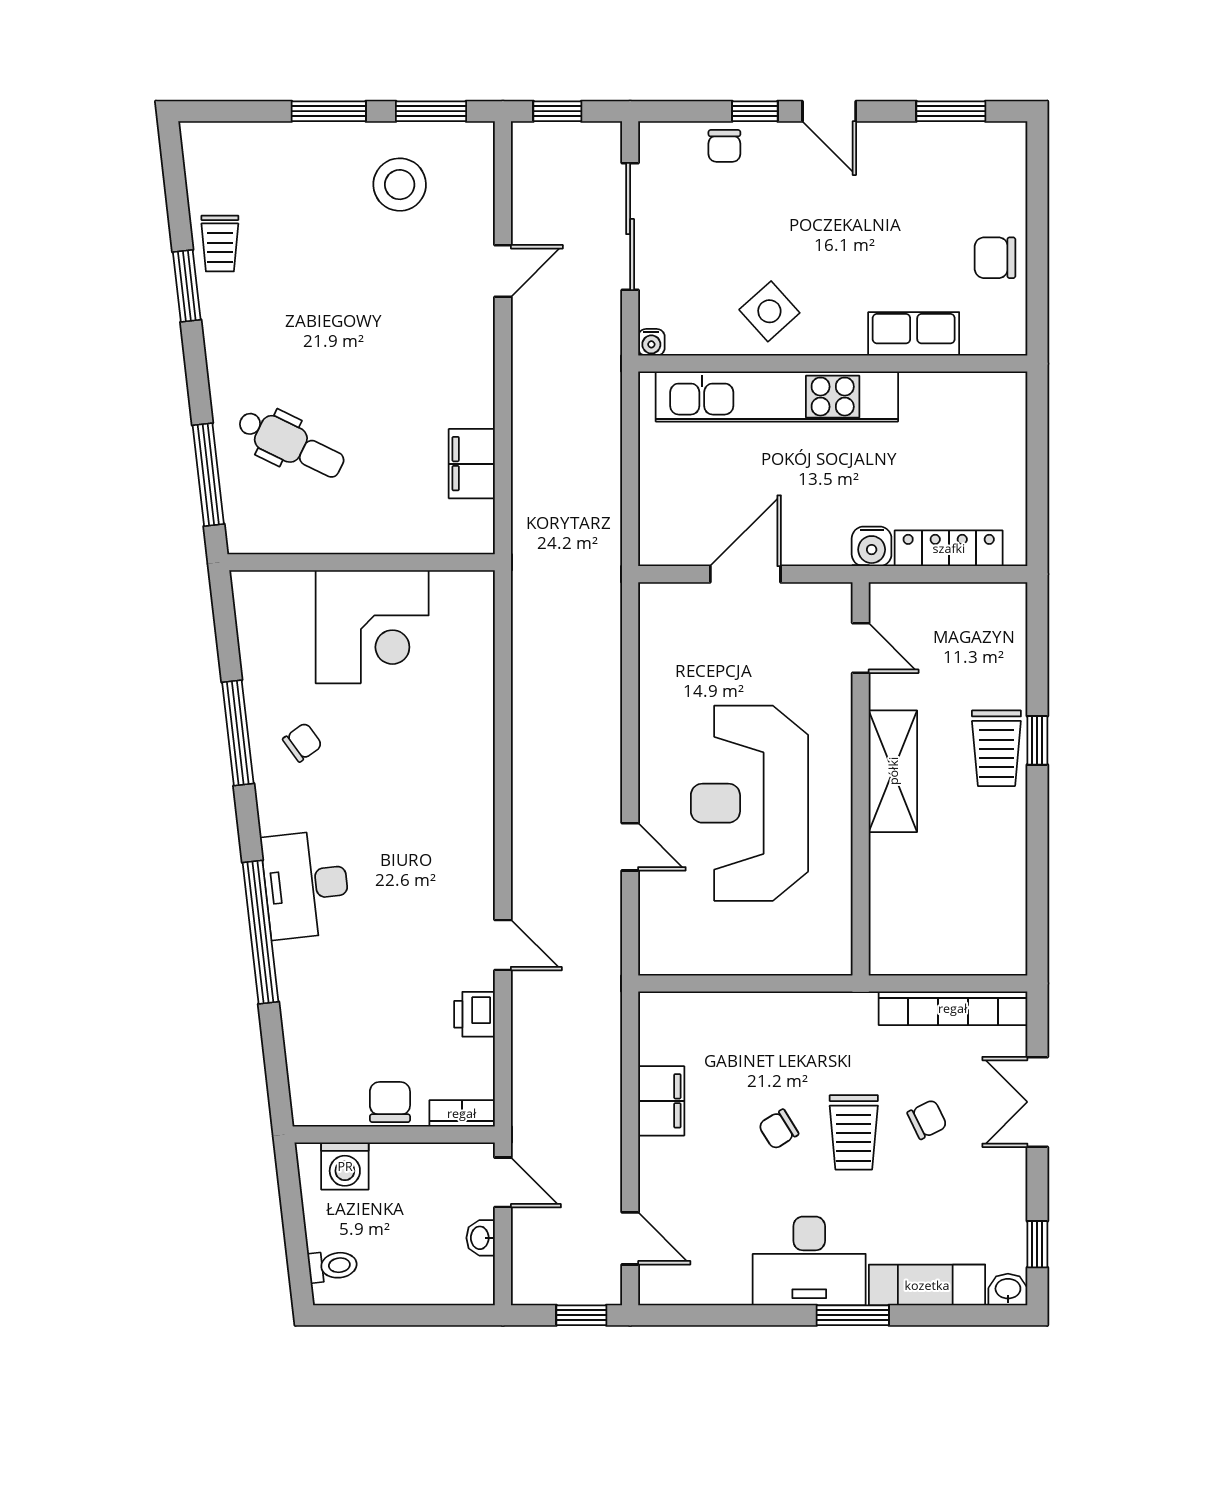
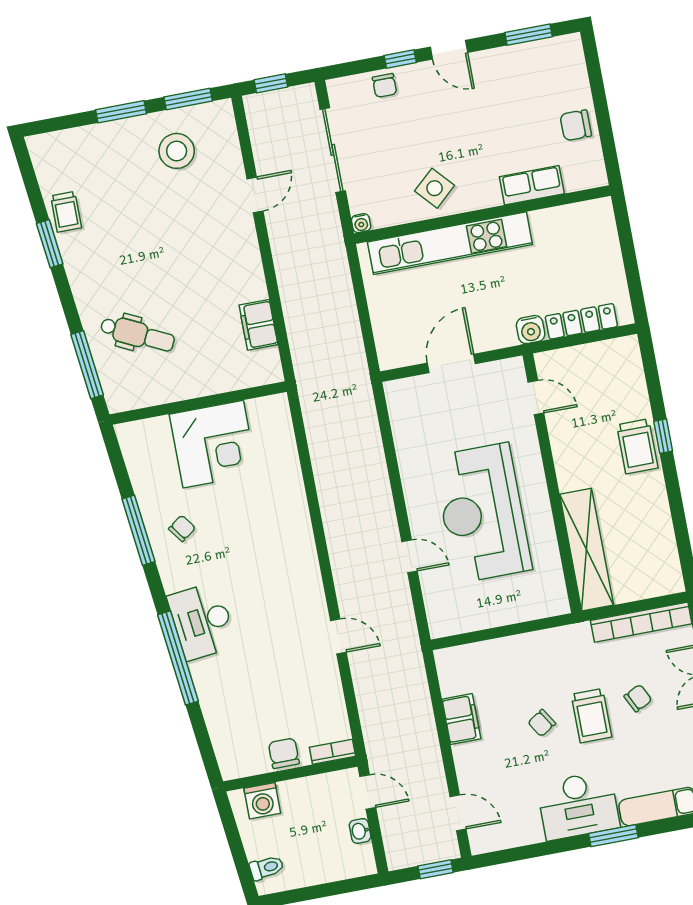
shelving: (893, 771) -> (587, 550), moved, width x1.47
printer: (475, 1014) -> (328, 685), removed

